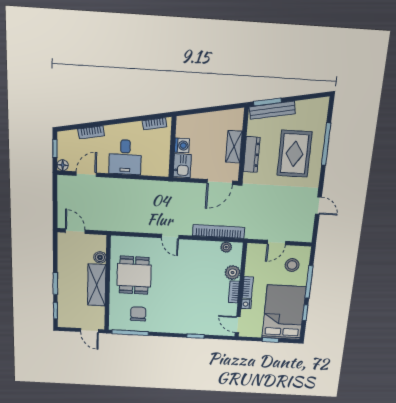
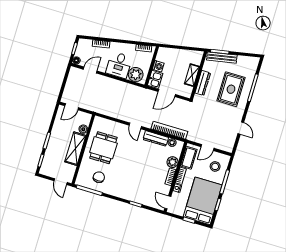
plant: (153, 165) -> (136, 75), added
door: (220, 182) -> (167, 93), moved
door: (75, 231) -> (72, 107), swing flipped
dresser: (202, 247) -> (156, 138), added
cot: (253, 262) -> (189, 158), added

